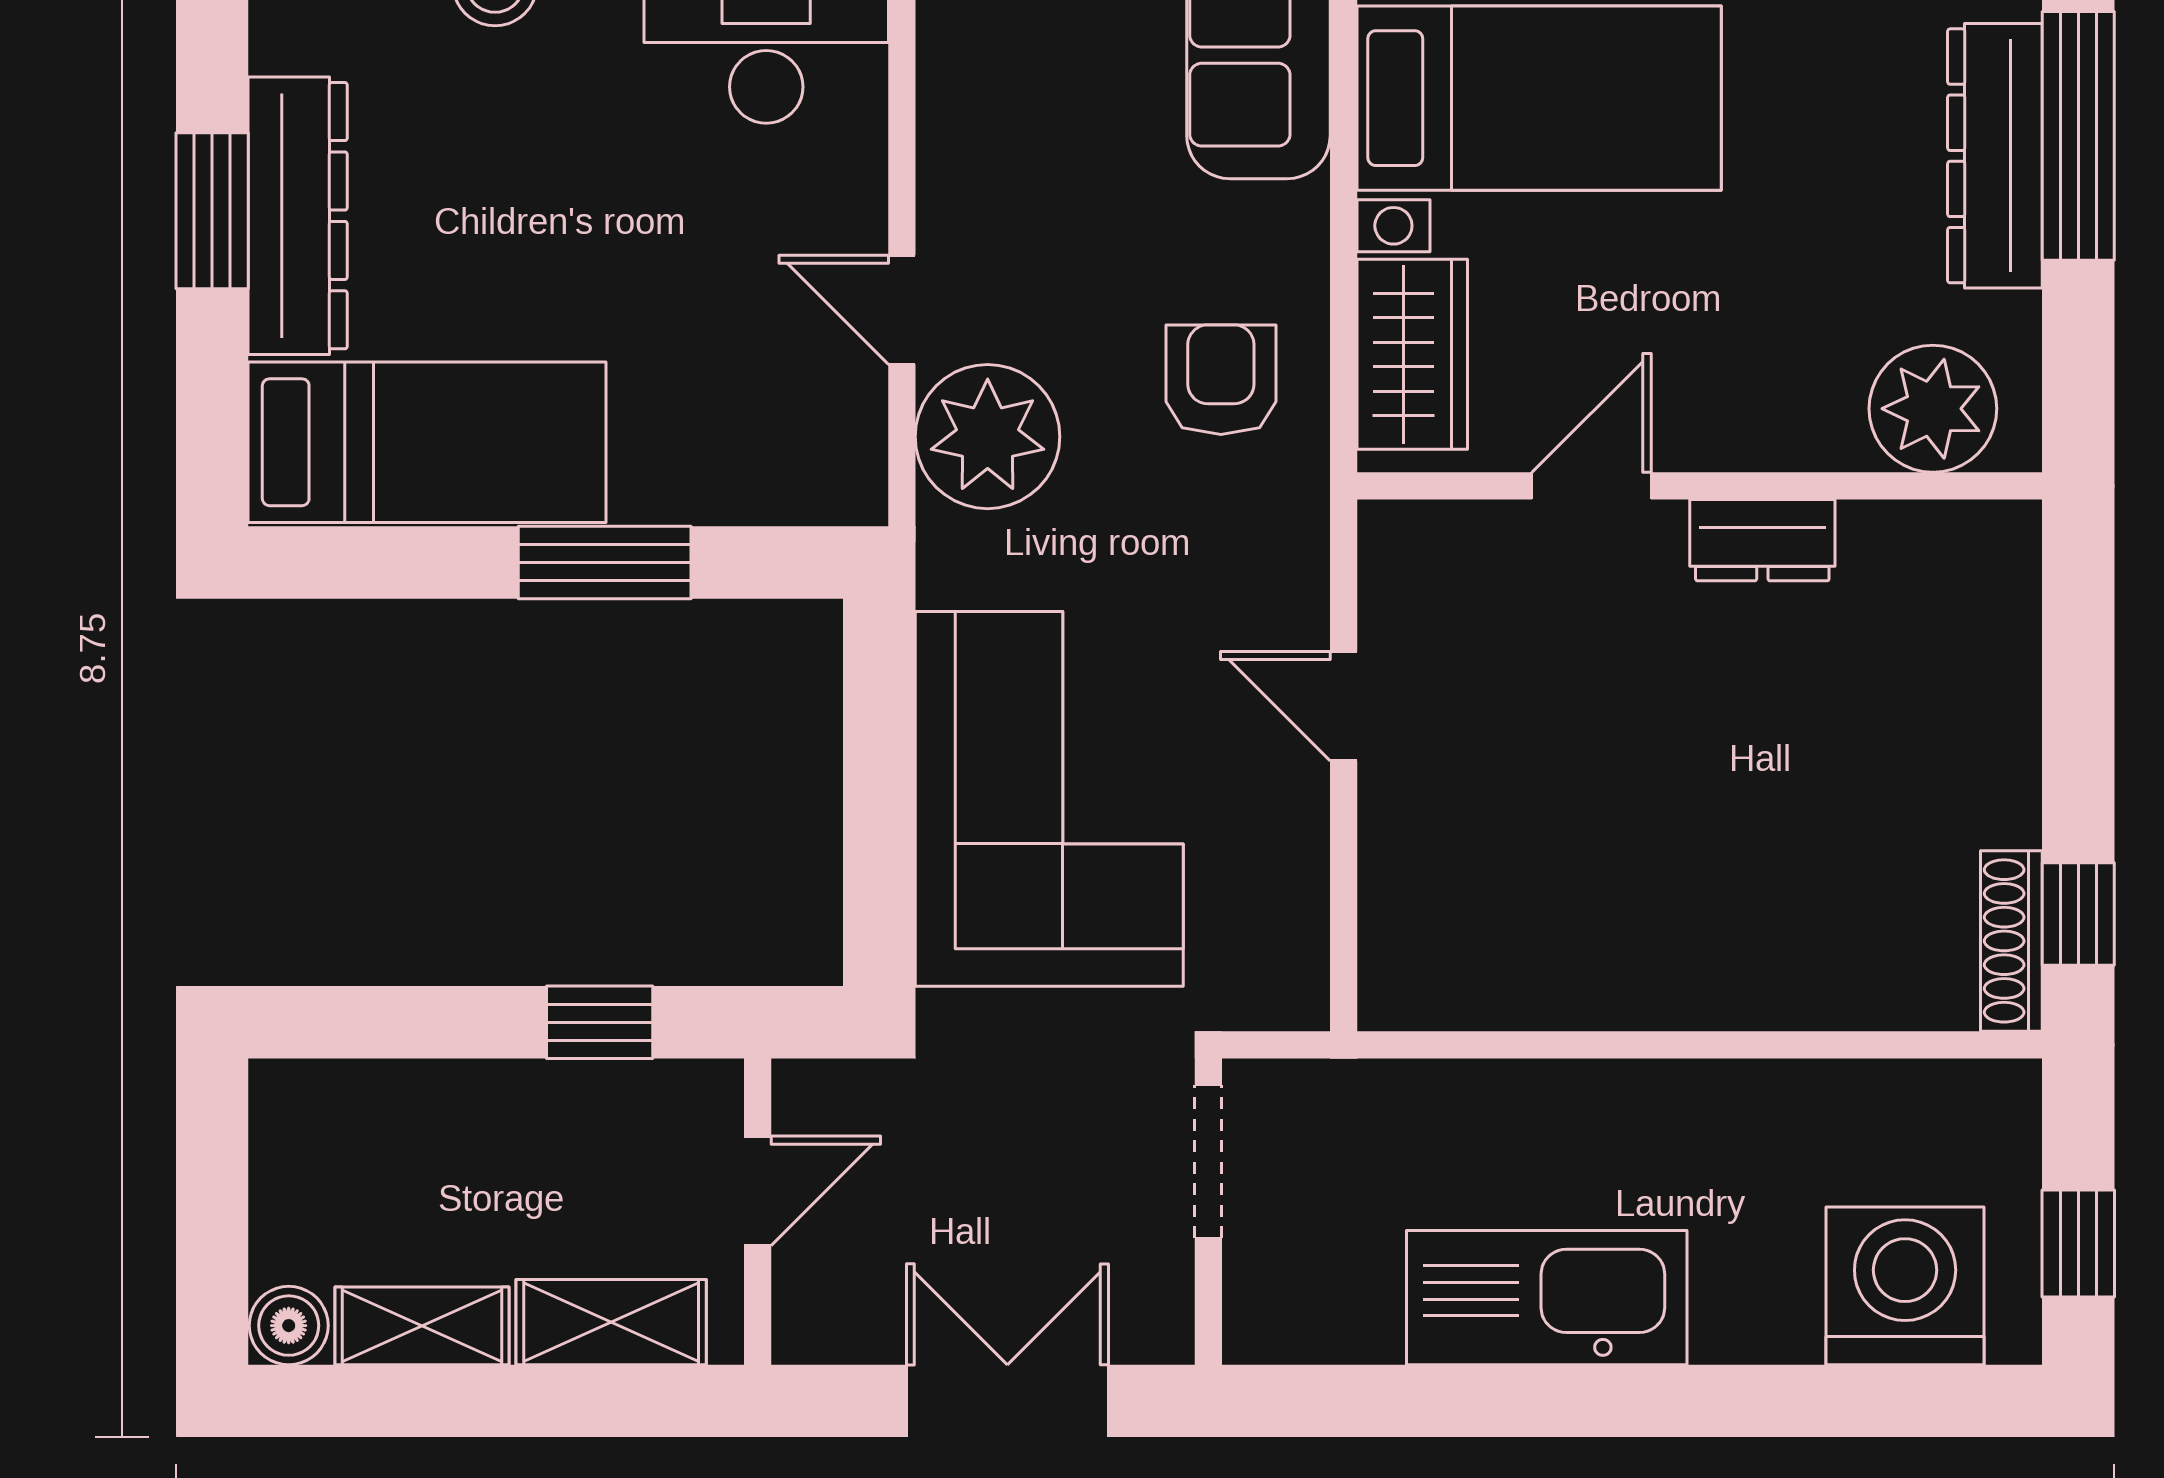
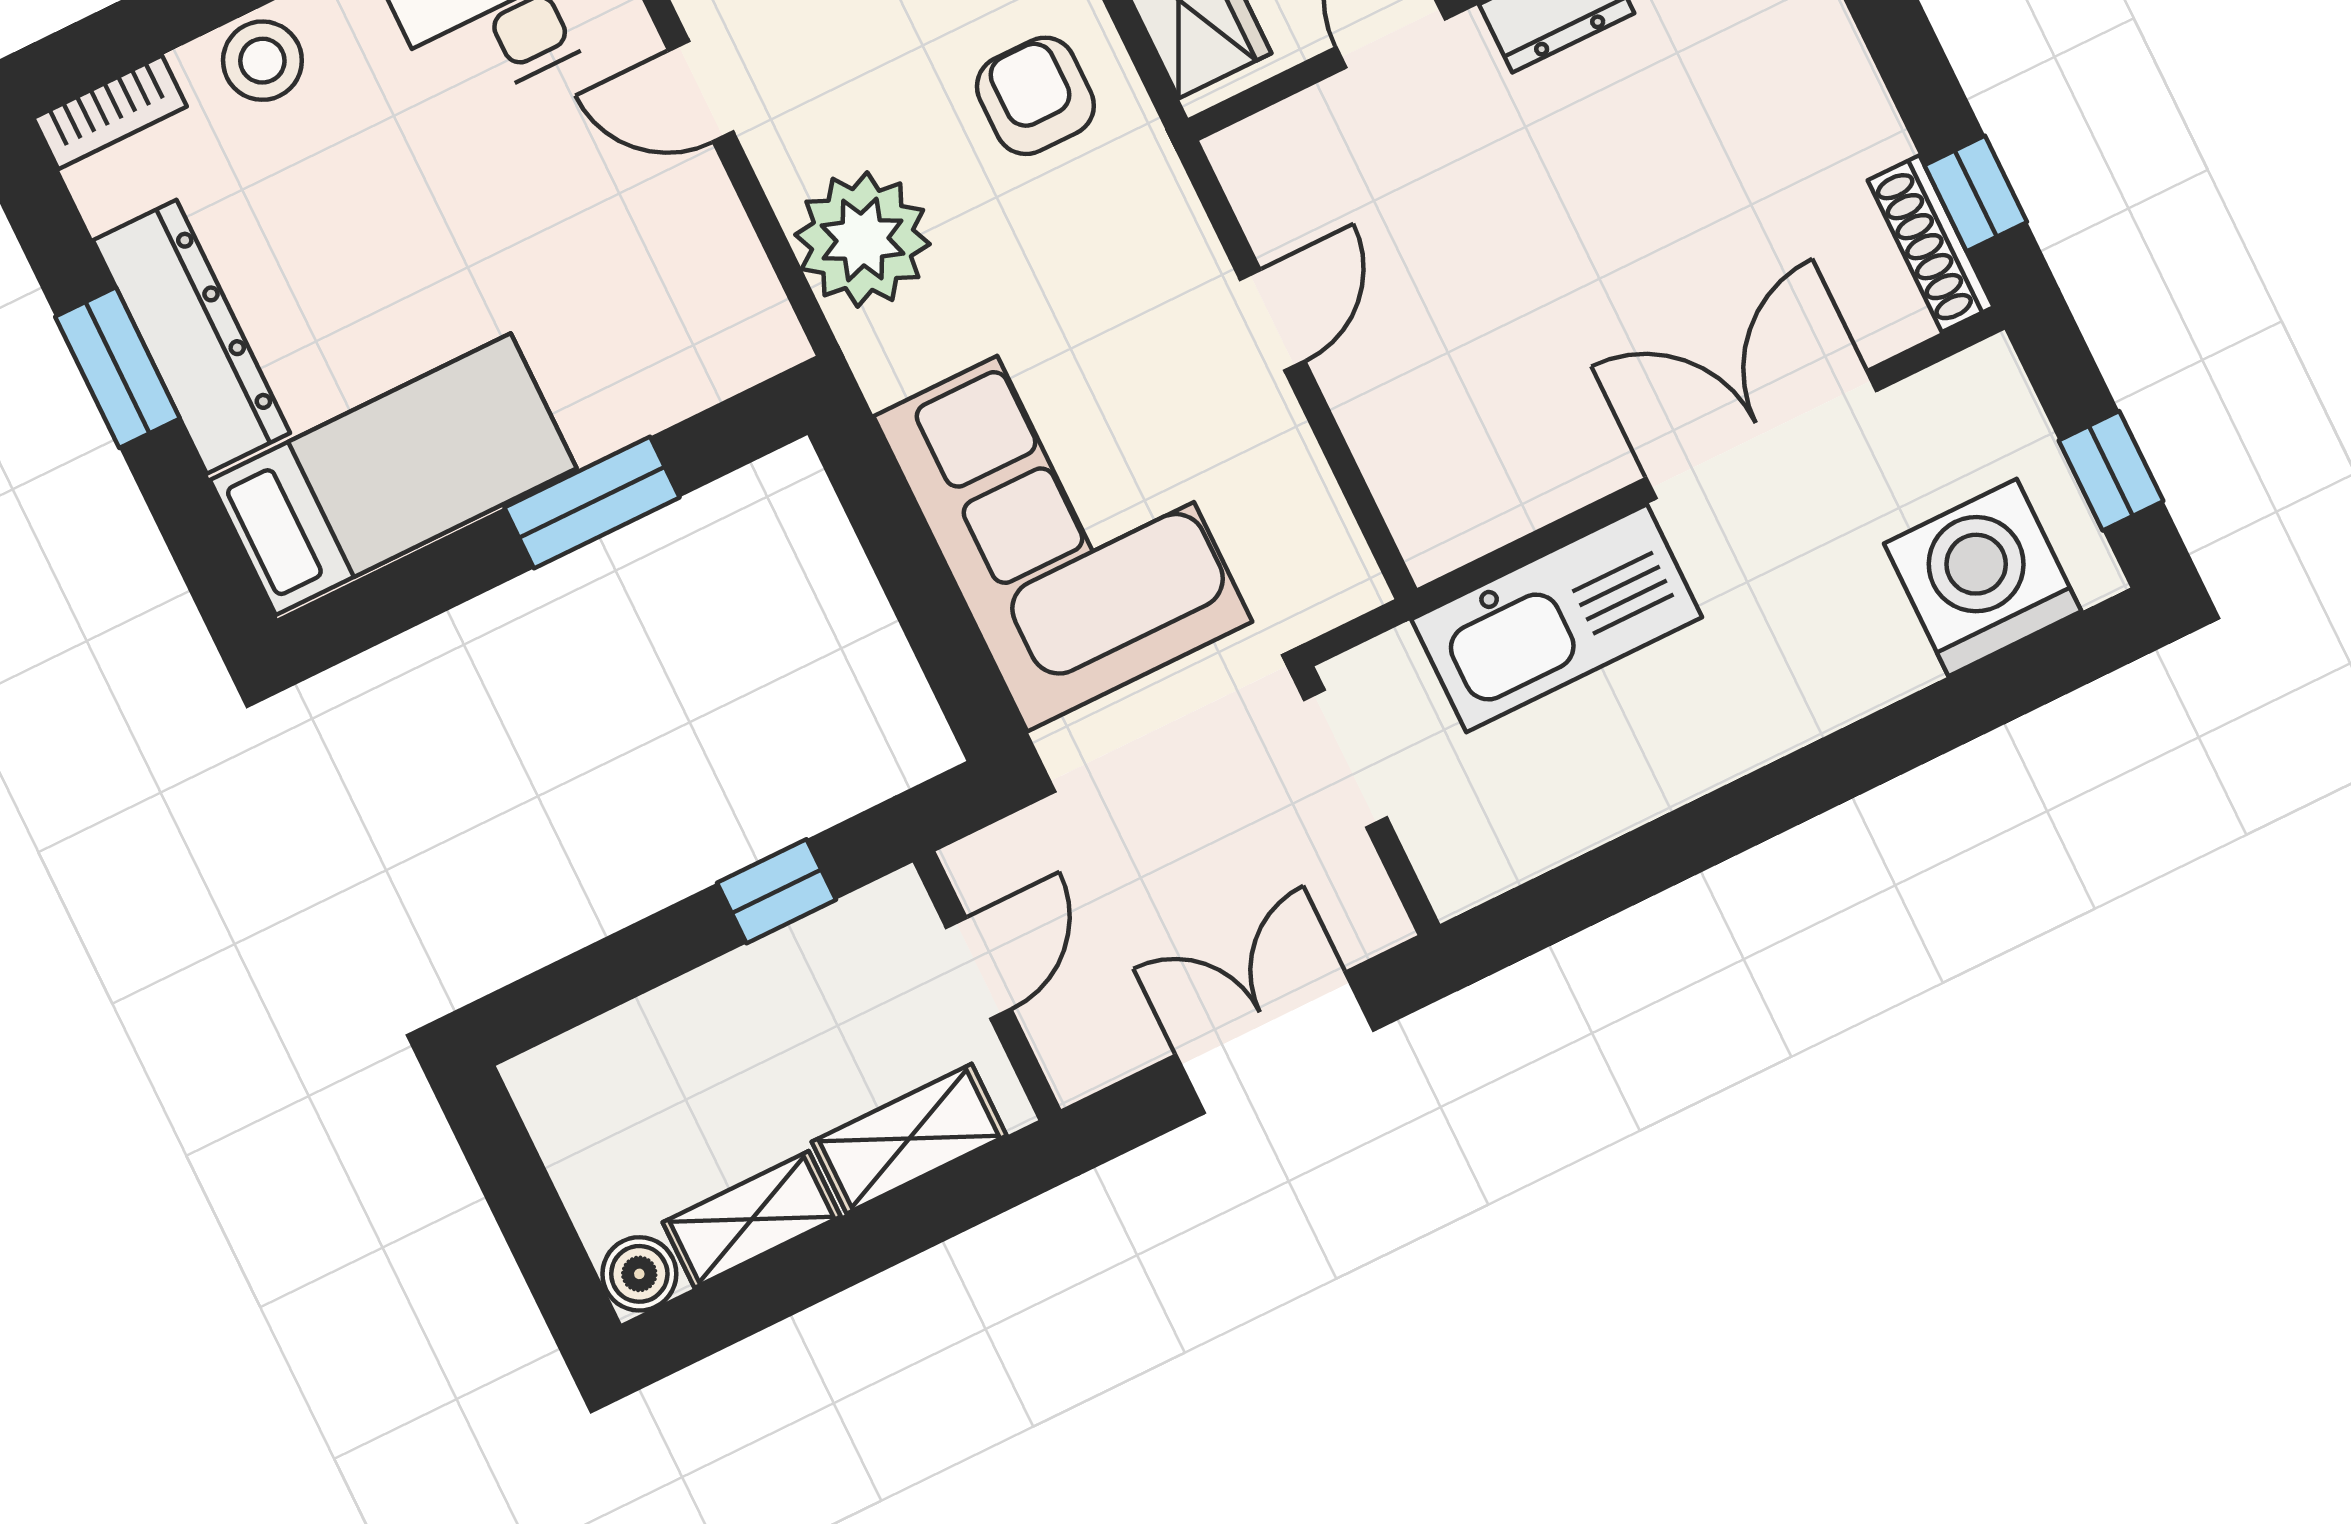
door: (902, 310) -> (701, 91), moved
door: (1344, 706) -> (1272, 320), swing flipped
double door: (1760, 1045) -> (1761, 434), added
kitchen sink: (1547, 1298) -> (1557, 618), moved, turned 180

